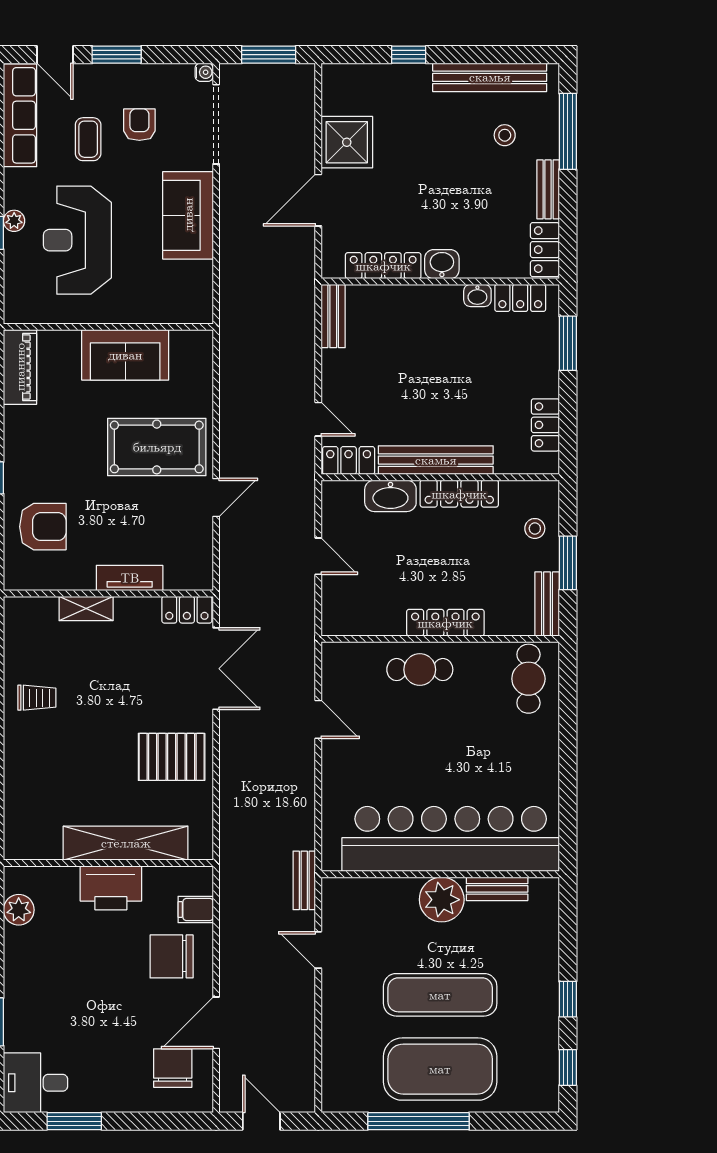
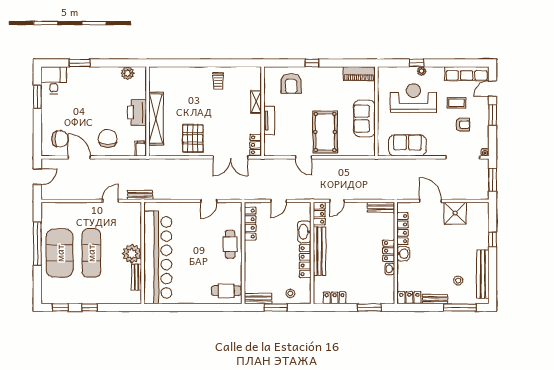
sofa: (188, 215) -> (407, 145), moved
locker: (520, 298) -> (389, 251), moved
locker: (445, 623) -> (250, 224), moved
filing cabinet: (196, 909) -> (141, 149), moved

